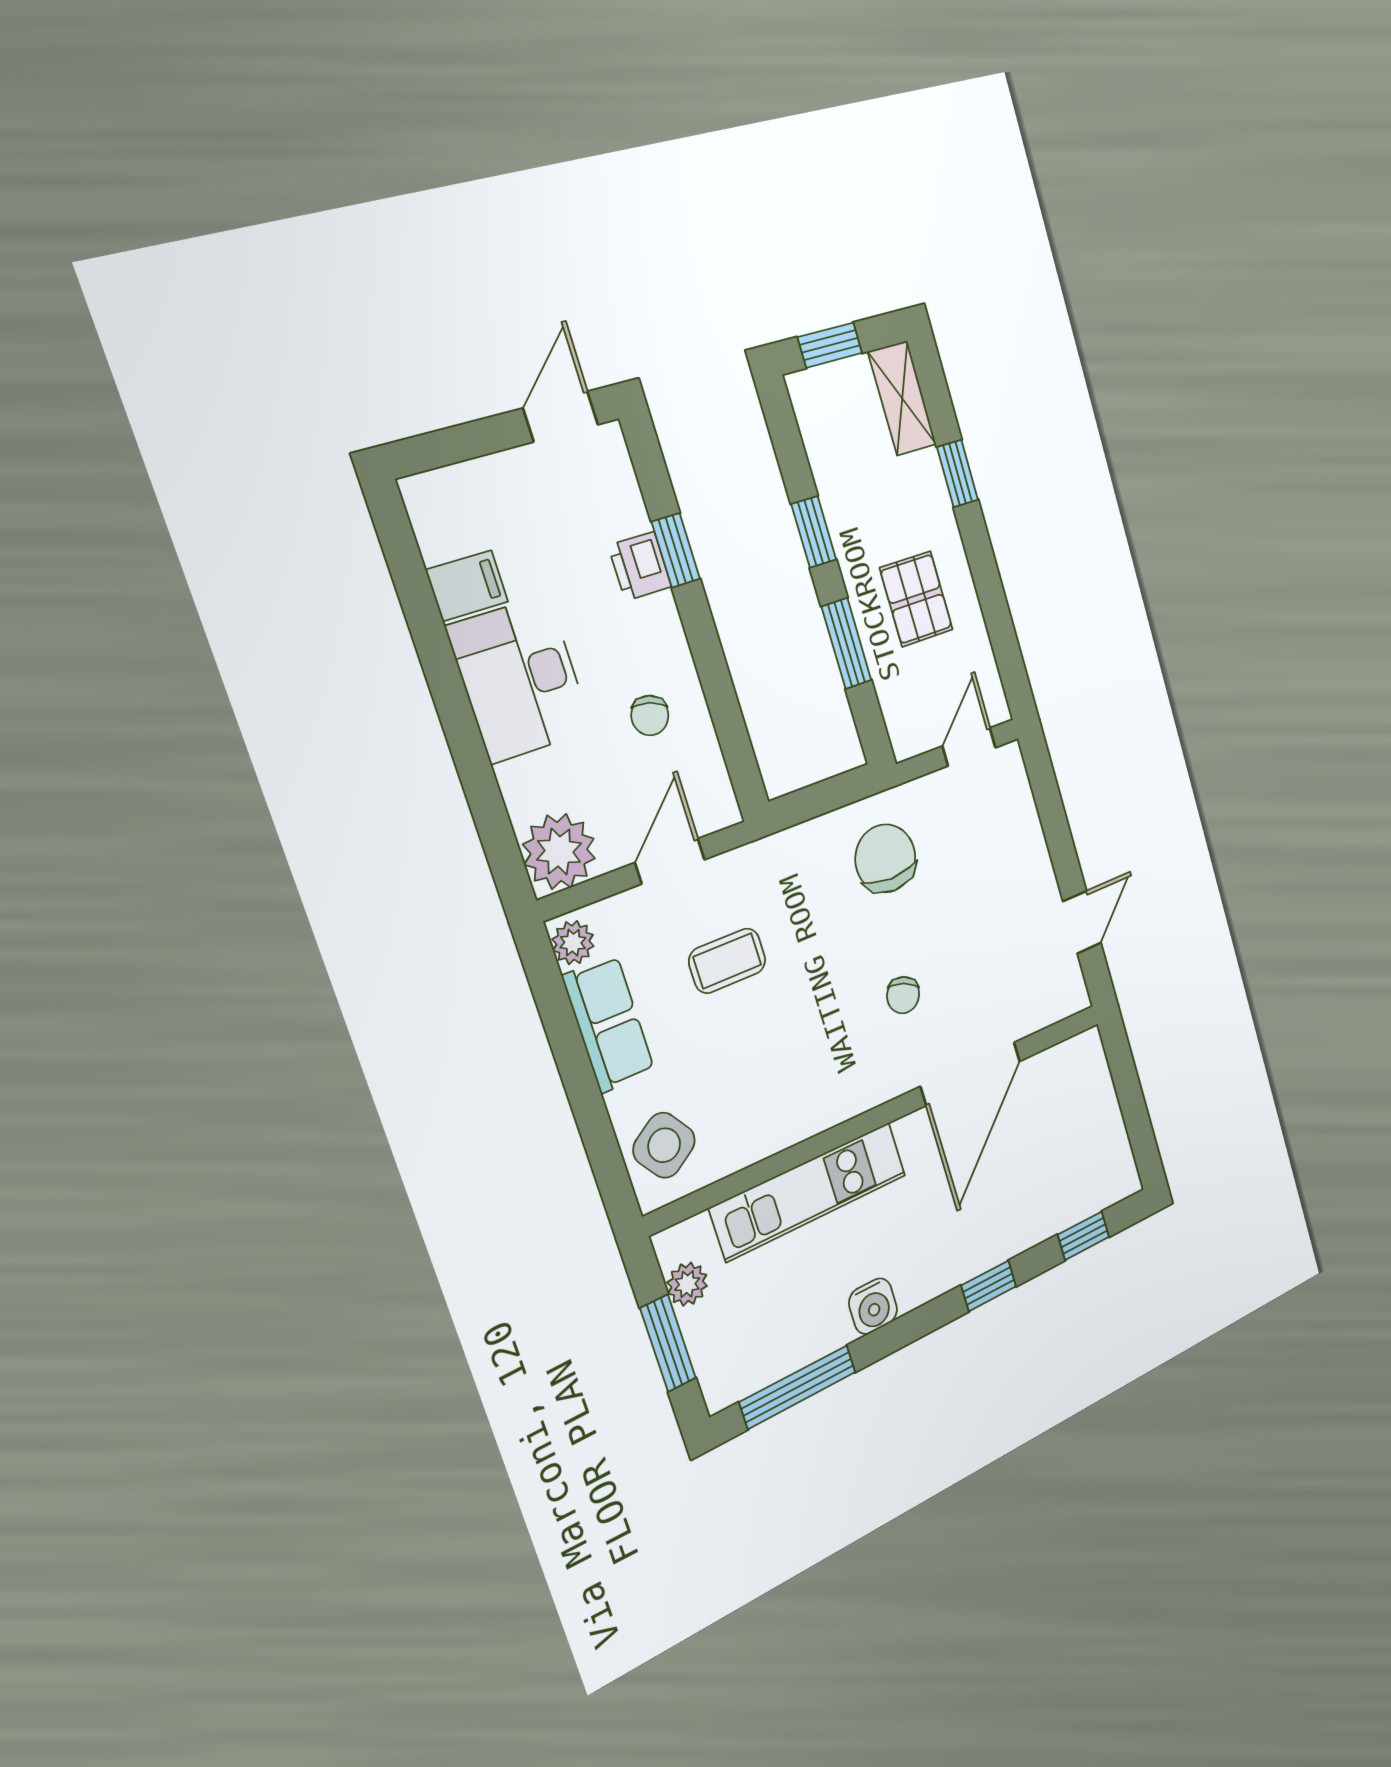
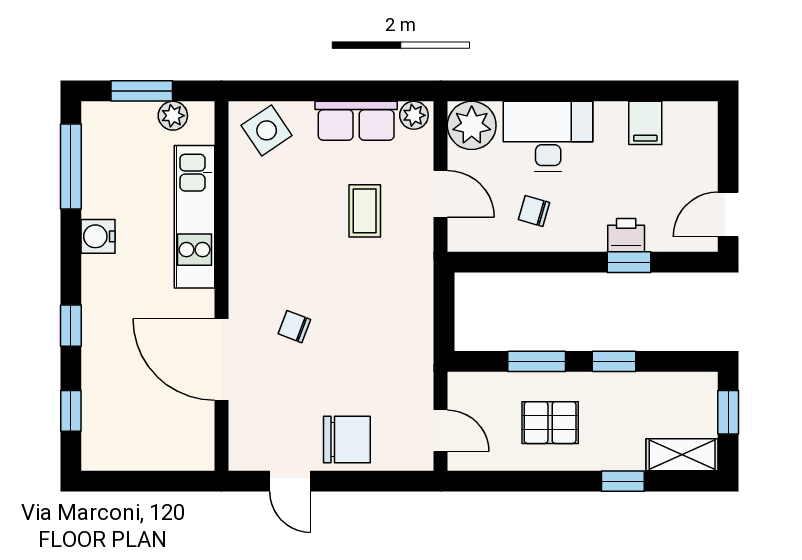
door: (561, 416) -> (728, 214), swing flipped
desk: (520, 679) -> (548, 136), moved
chair: (885, 858) -> (347, 440), moved

